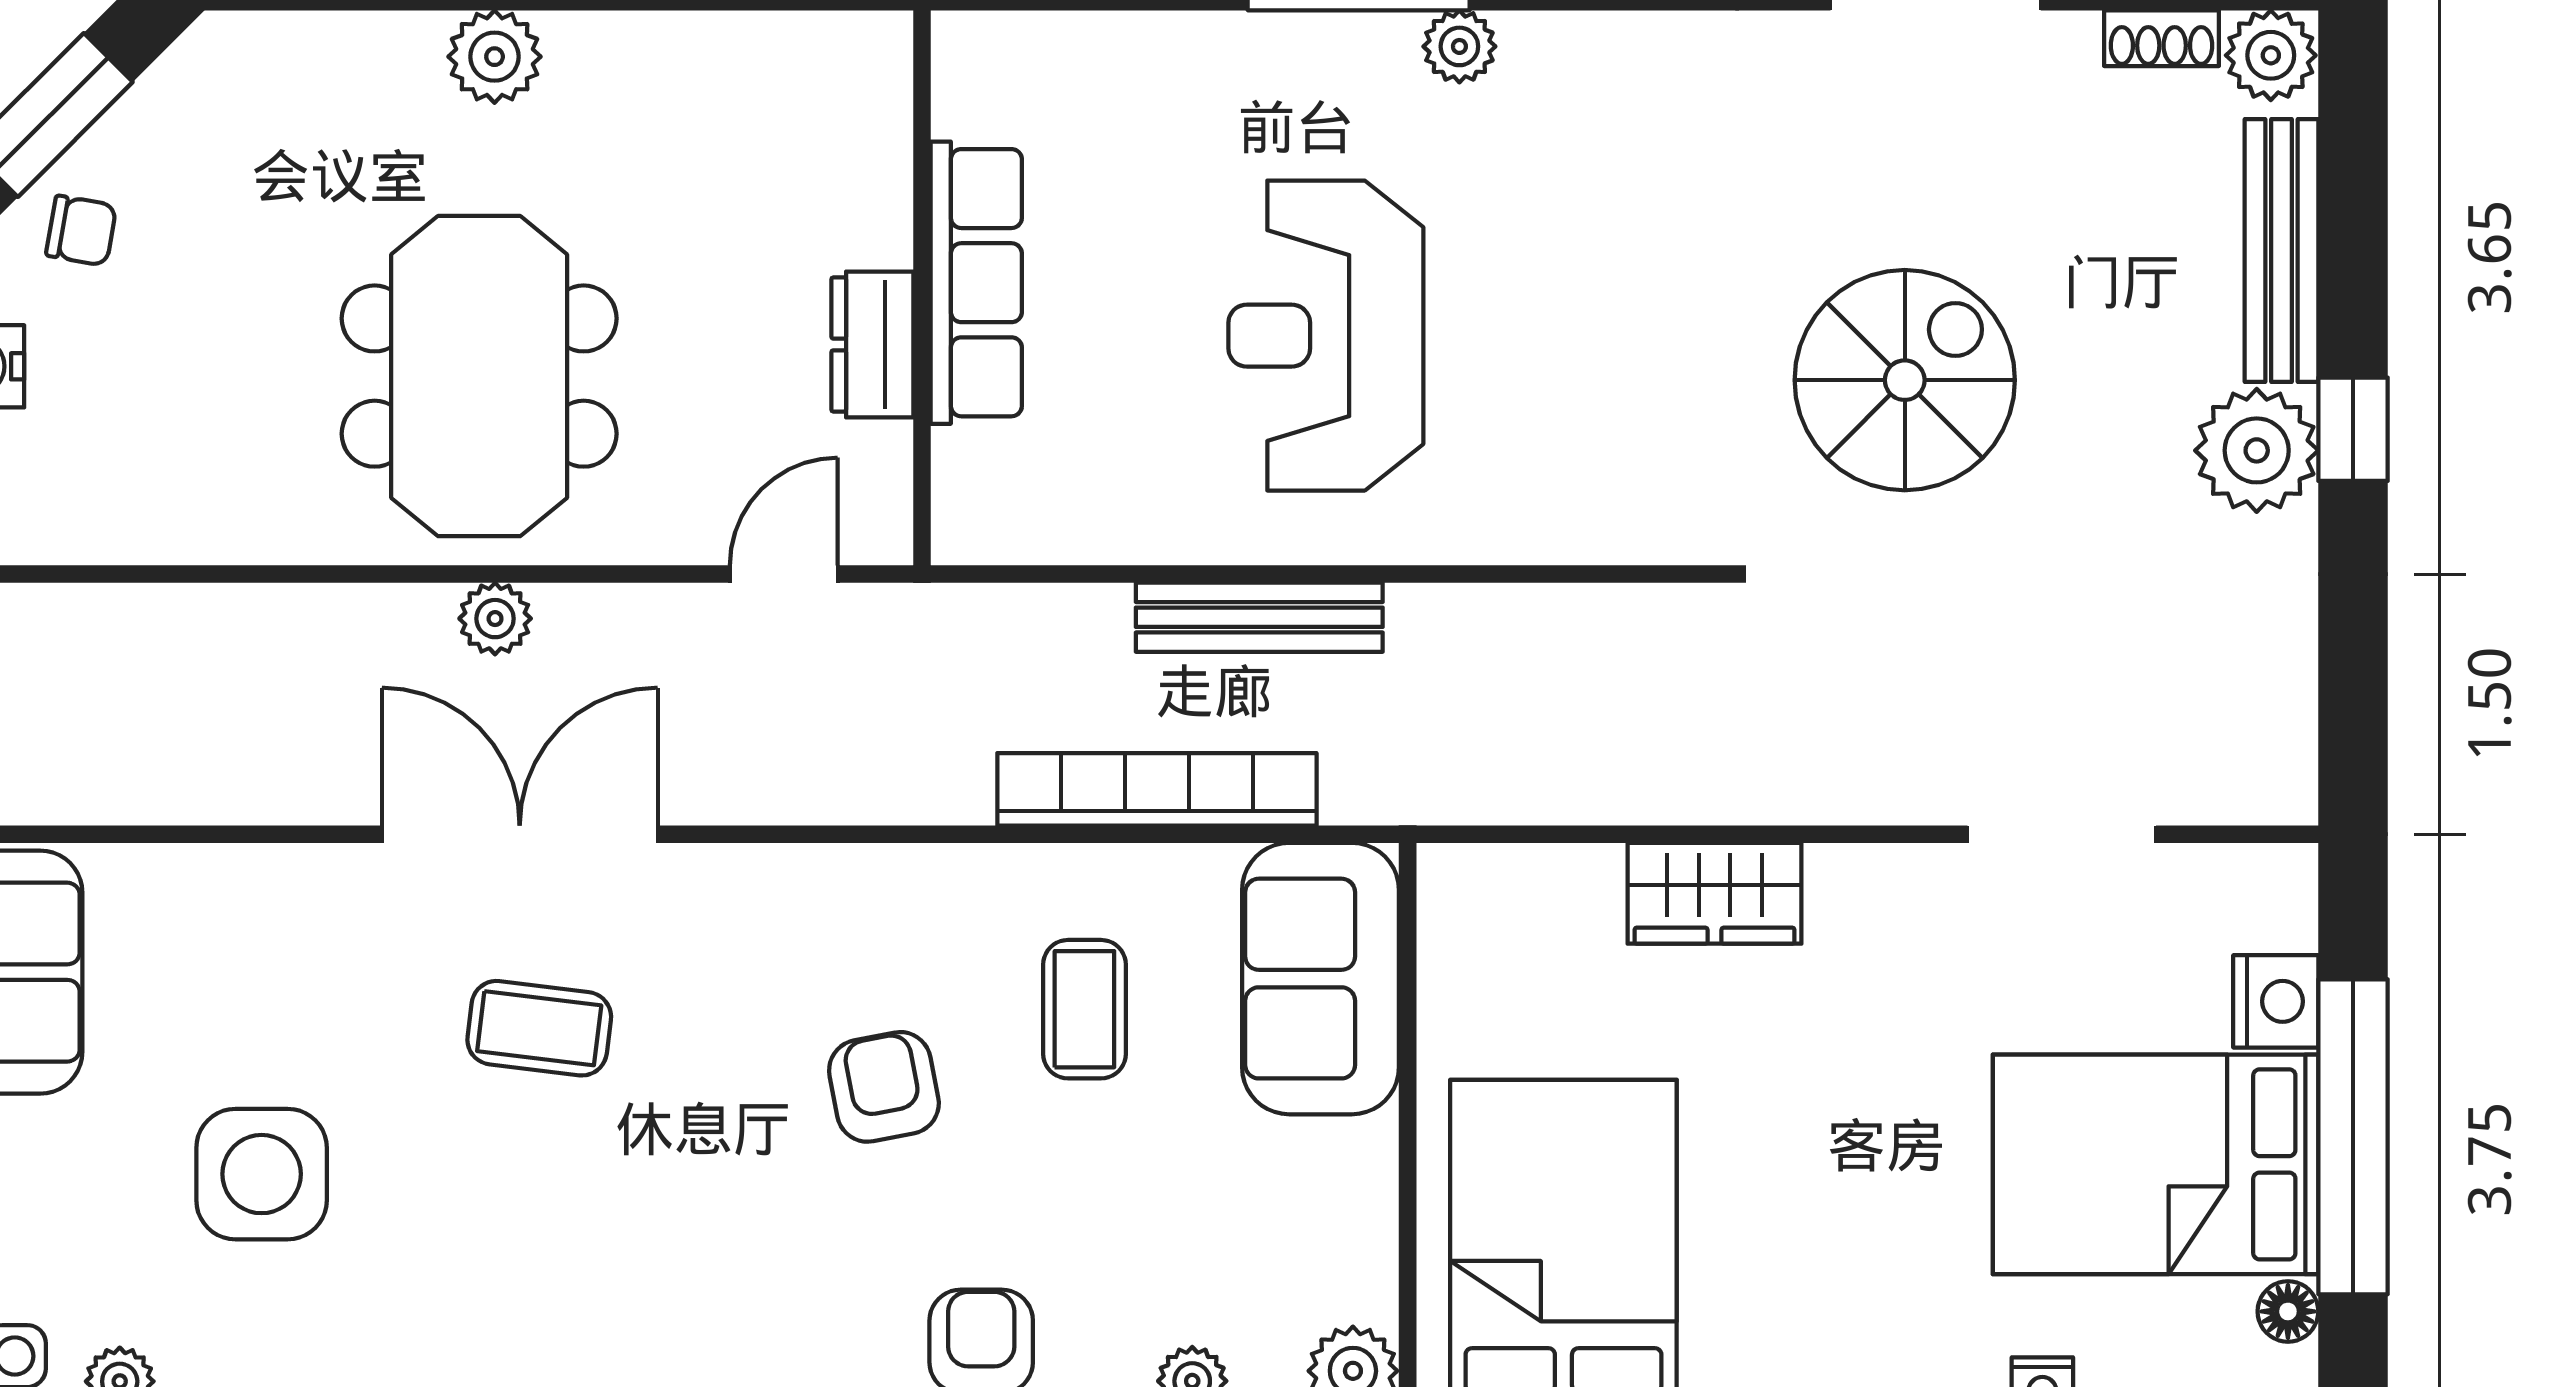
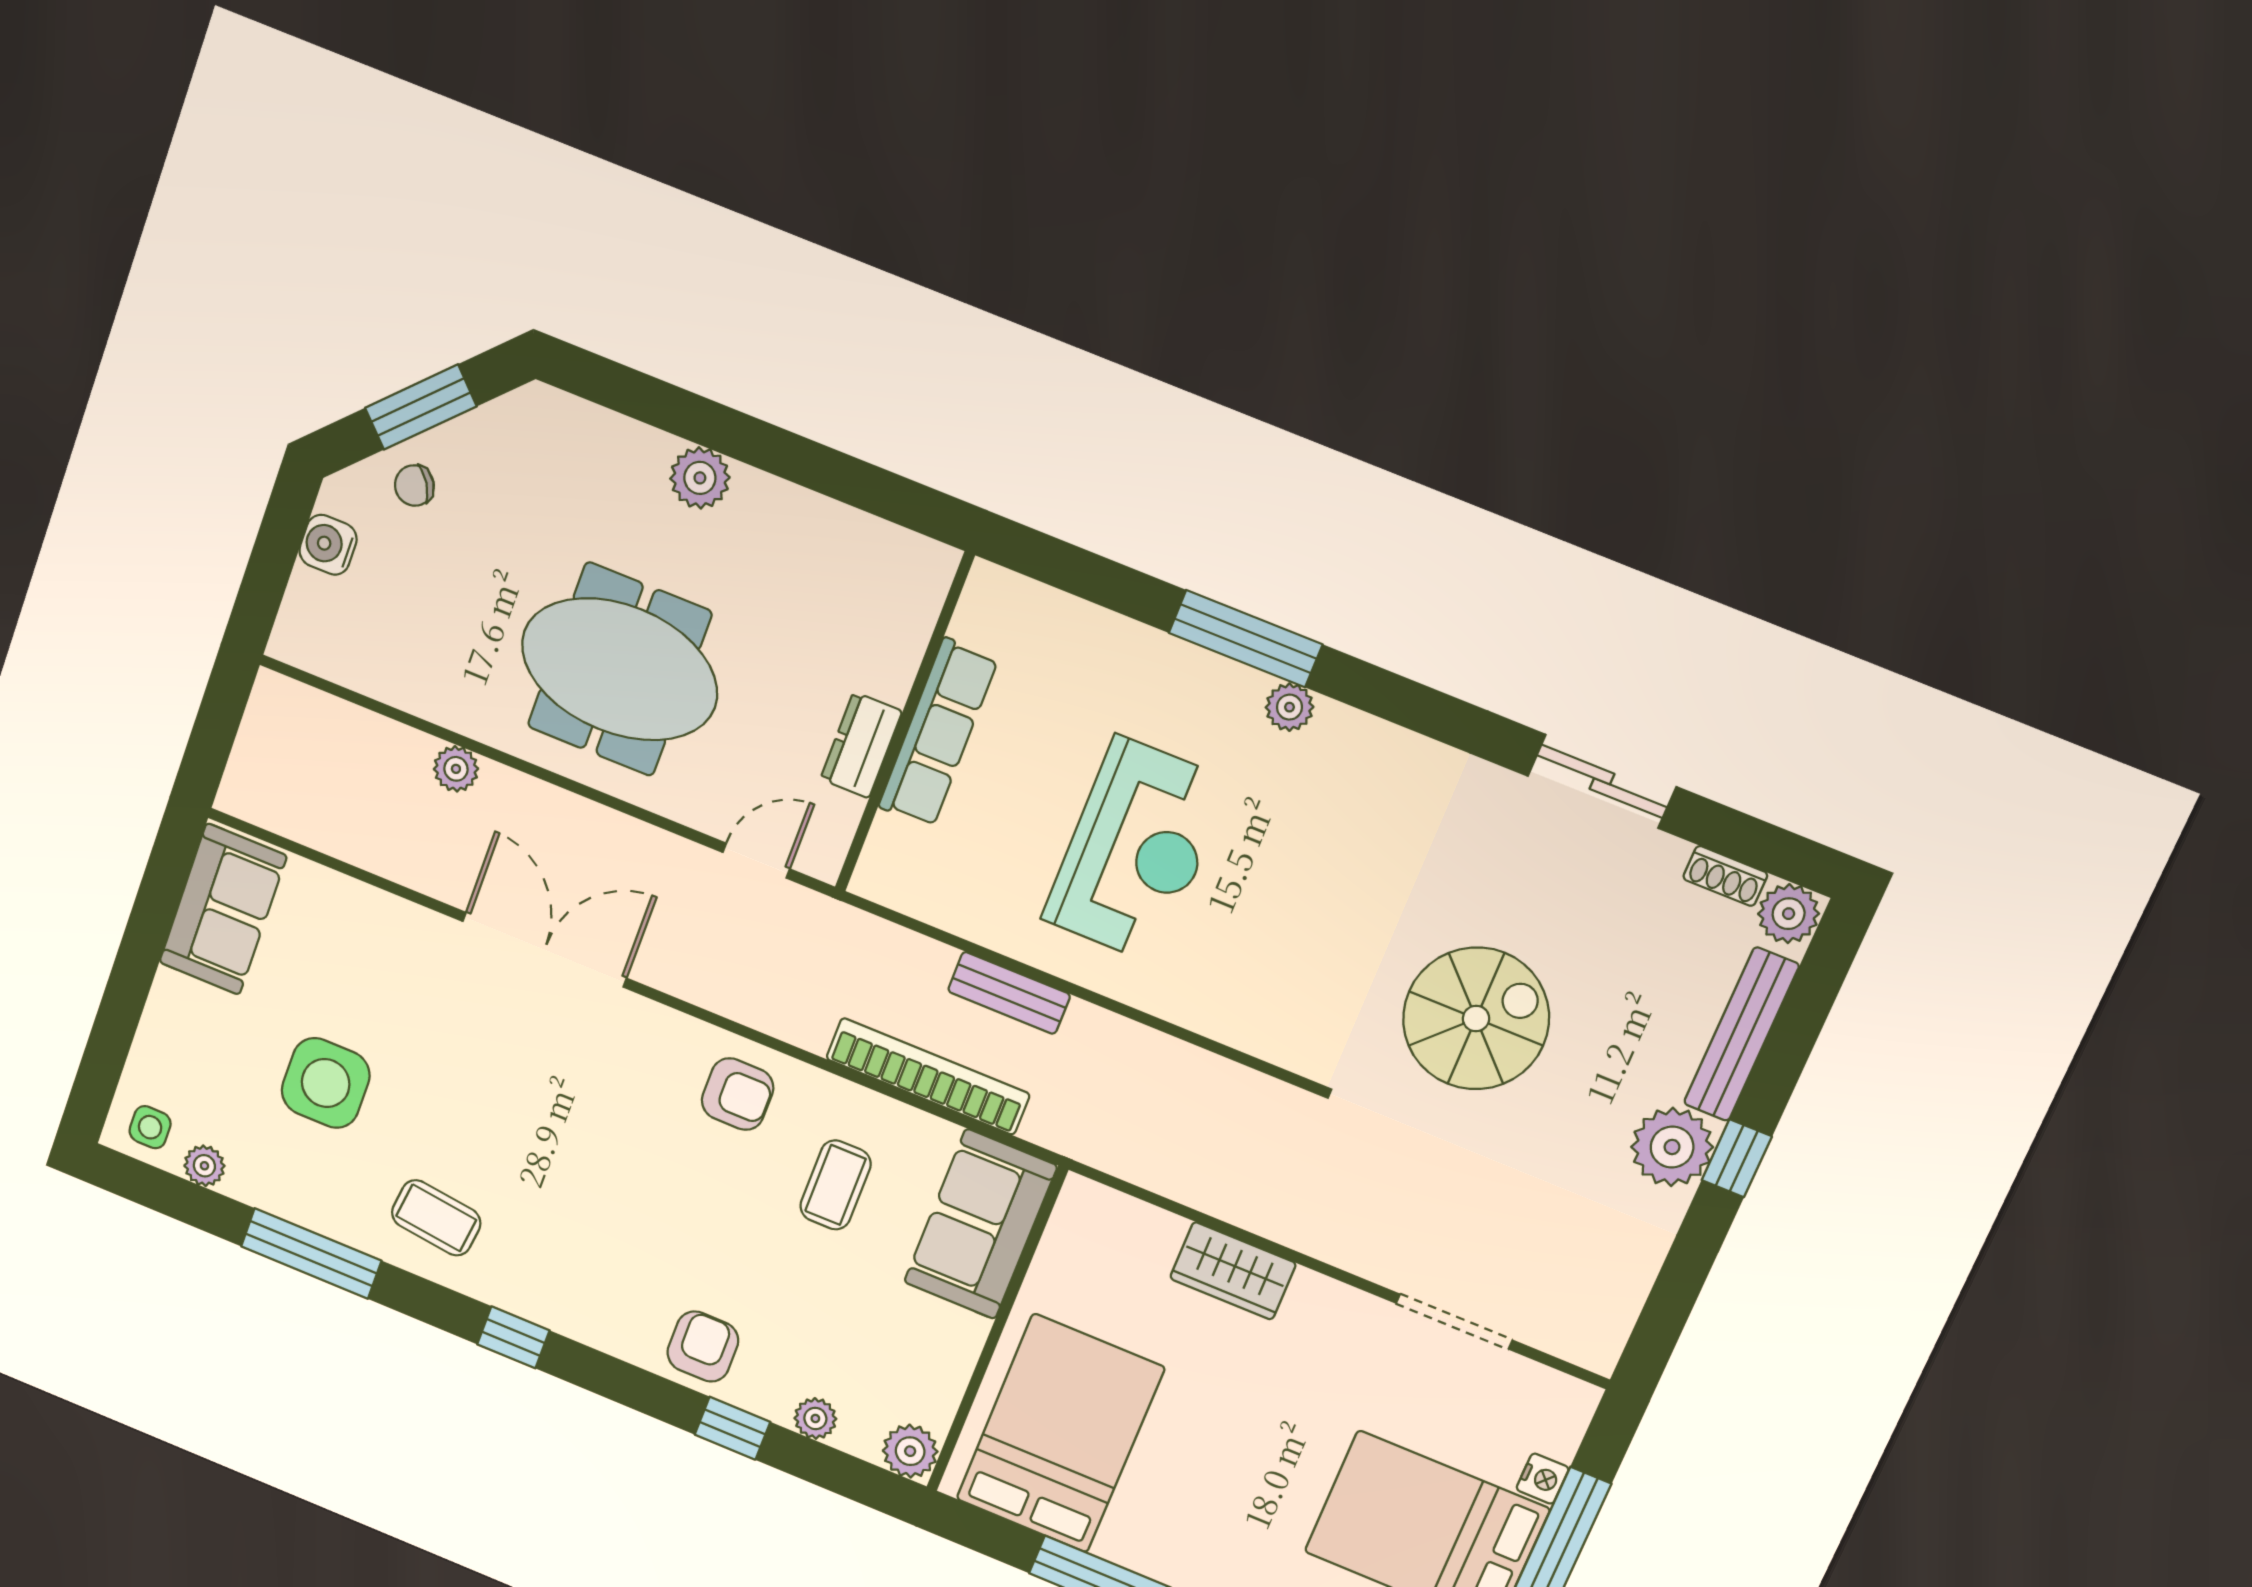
chair: (81, 231) -> (414, 486), turned 138
reception desk: (1326, 336) -> (1136, 850), turned 180
meeting table: (479, 376) -> (620, 669), turned 90
bench: (1259, 617) -> (1009, 993), width x0.73
plant: (495, 619) -> (456, 769), moved
nightstand: (2276, 1001) -> (1543, 1479), width x0.72, depth x0.74
coffee table: (539, 1028) -> (436, 1218), moved
armchair: (884, 1087) -> (738, 1094), moved, turned 101

